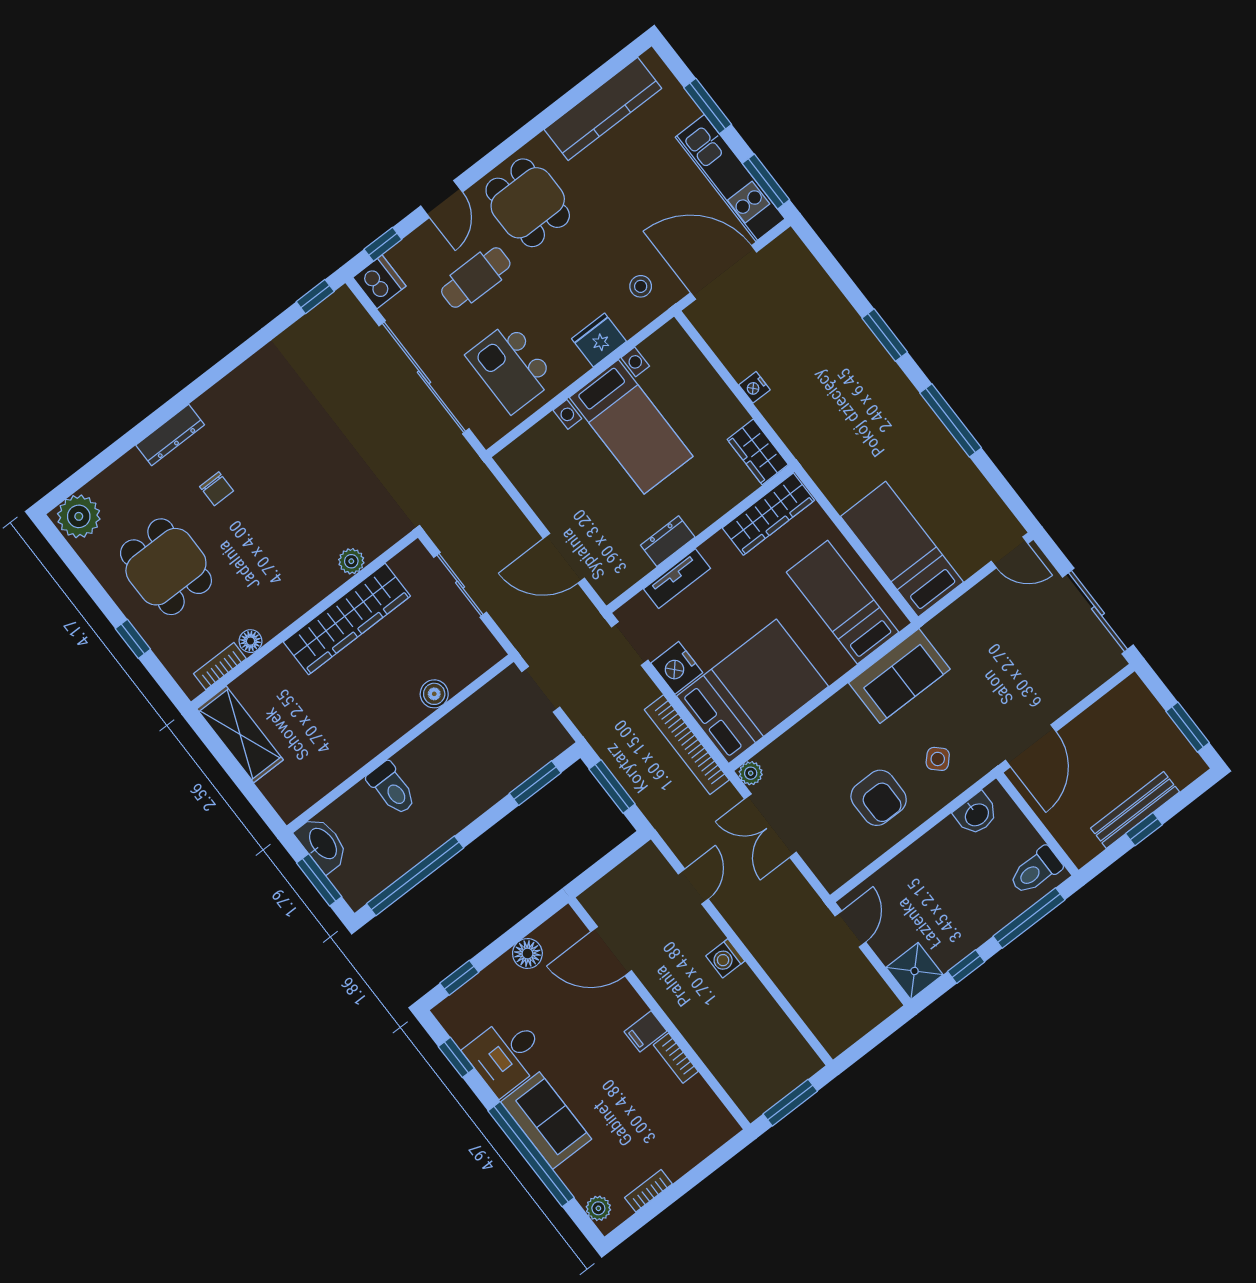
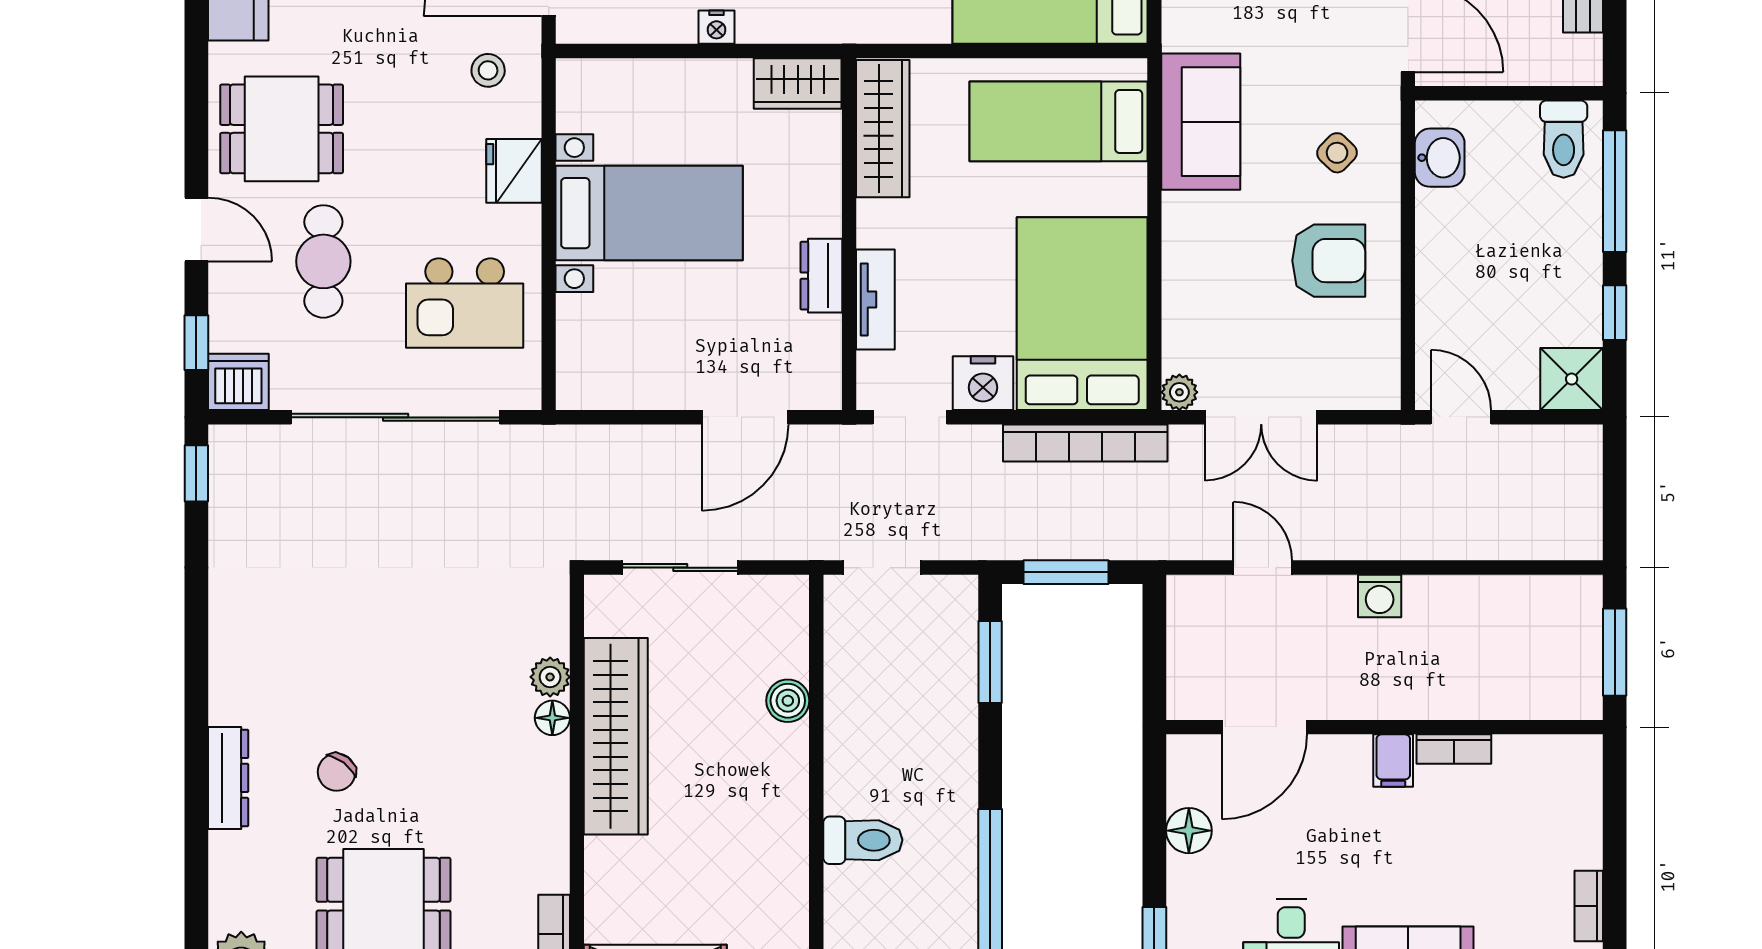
chair: (217, 489) -> (337, 772), turned 127
floor lamp: (250, 641) -> (552, 718), moved

